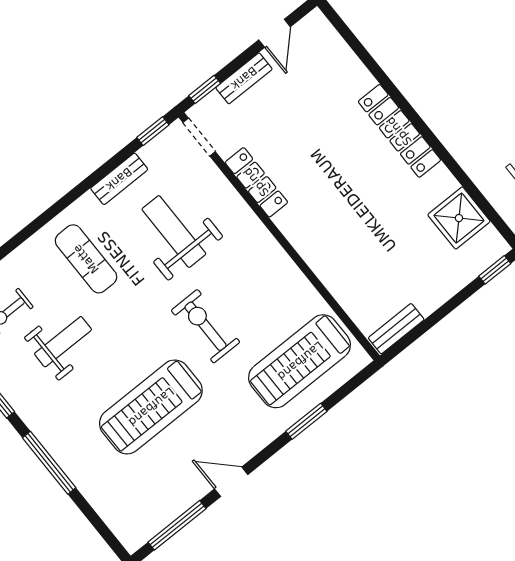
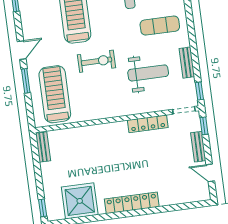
shower: (459, 218) -> (80, 201), width x1.37, depth x1.37
door: (231, 482) -> (22, 50), moved

